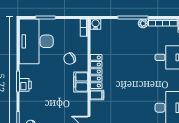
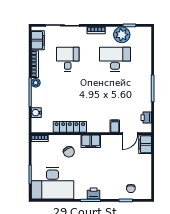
water cooler: (96, 24) -> (36, 113), moved
locker: (96, 71) -> (70, 127), moved
filing cabinet: (97, 95) -> (115, 126), moved

